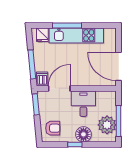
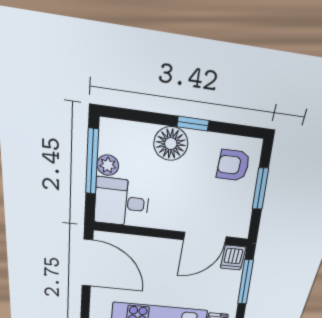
window: (36, 104) -> (260, 189), moved
desk: (83, 104) -> (122, 203), moved, turned 90
plant: (107, 125) -> (108, 165), width x0.53, depth x0.53

